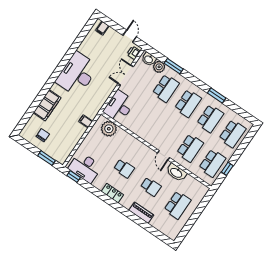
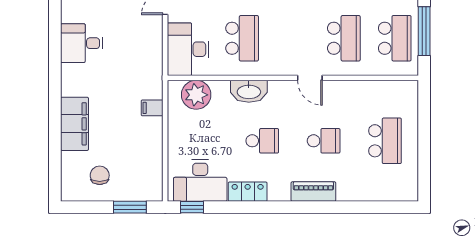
desk: (77, 74) -> (82, 43), width x0.53, depth x0.77
school desk: (146, 118) -> (242, 38), added
window: (227, 169) -> (424, 31), width x2.17
washbasin: (176, 173) -> (249, 91), moved
locker: (112, 193) -> (248, 192), moved
piano: (141, 213) -> (313, 192), moved

